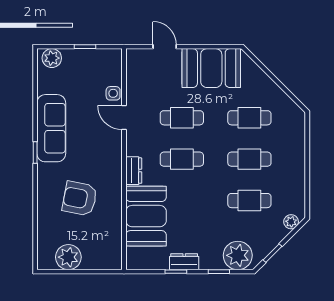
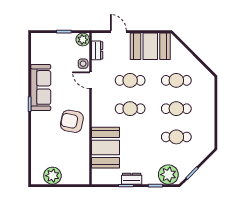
plant: (52, 58) -> (83, 40), moved
dresser: (134, 171) -> (97, 50), moved
armchair: (80, 199) -> (72, 121), moved
plant: (291, 222) -> (205, 151), removed

